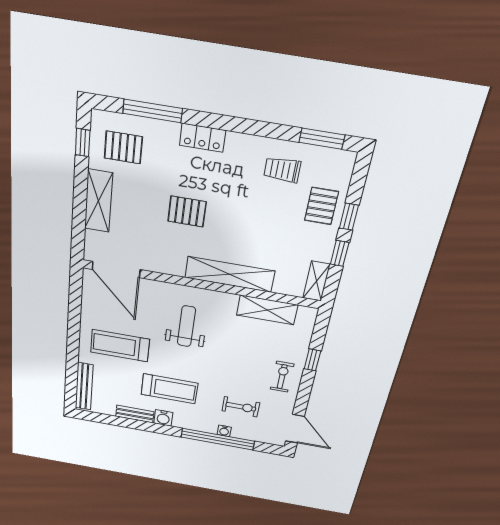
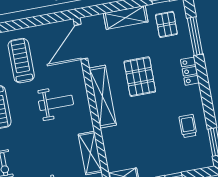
pallet: (321, 206) -> (174, 159), removed
pallet: (187, 212) -> (140, 77), width x1.50, depth x1.42
shelving: (230, 274) -> (103, 97), moved

